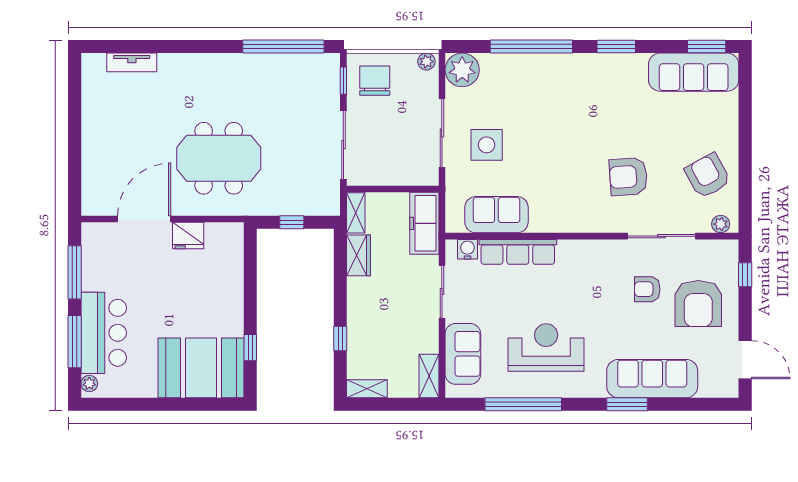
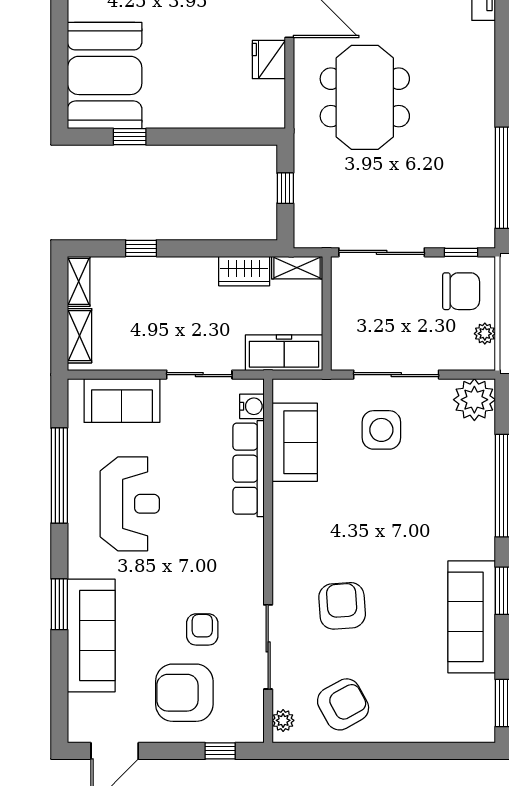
plant: (426, 62) -> (485, 334), moved
sofa: (694, 72) -> (472, 617), moved
shelving: (429, 376) -> (79, 336), moved, turned 90

